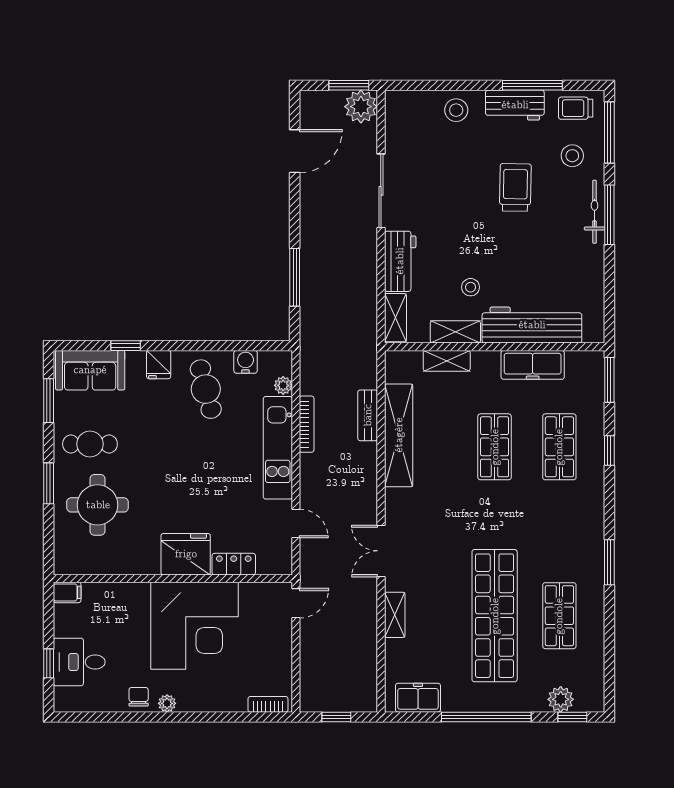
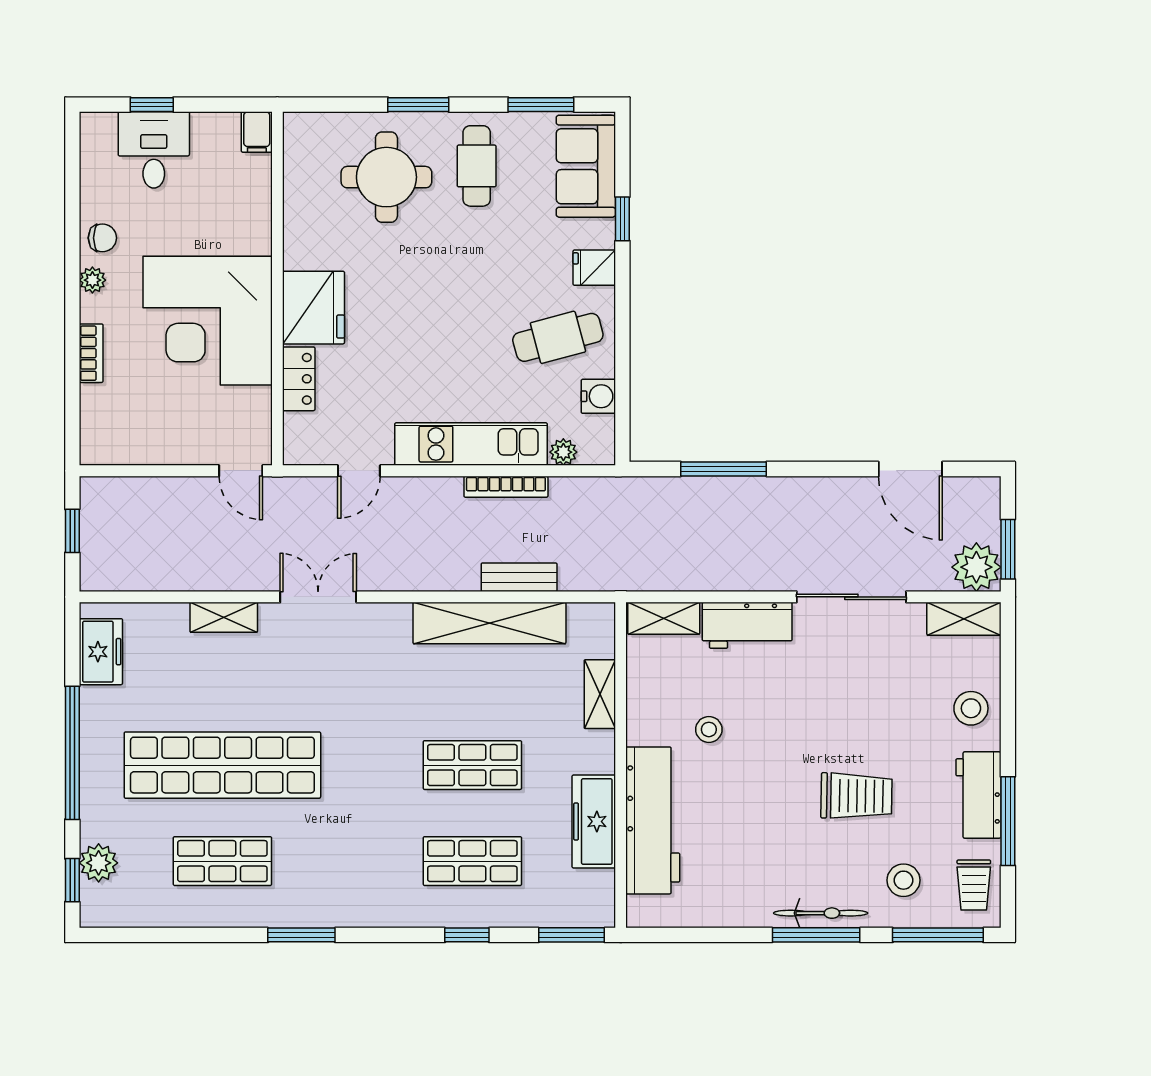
trolley: (576, 108) -> (974, 885), turned 180
shelving: (455, 332) -> (964, 619), moved, turned 90
bookcase: (268, 704) -> (91, 353), moved

